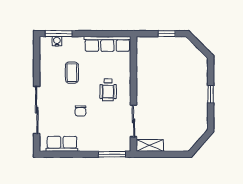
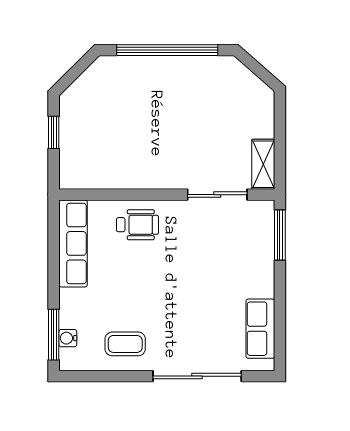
coffee table: (72, 73) -> (125, 344), moved
wheelchair: (108, 90) -> (137, 225), moved
window: (211, 94) -> (167, 50), width x3.17
chair: (80, 111) -> (199, 294), removed

